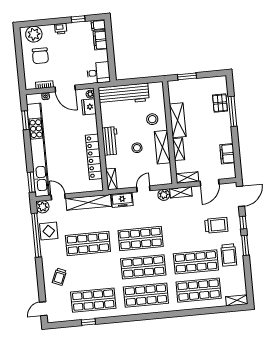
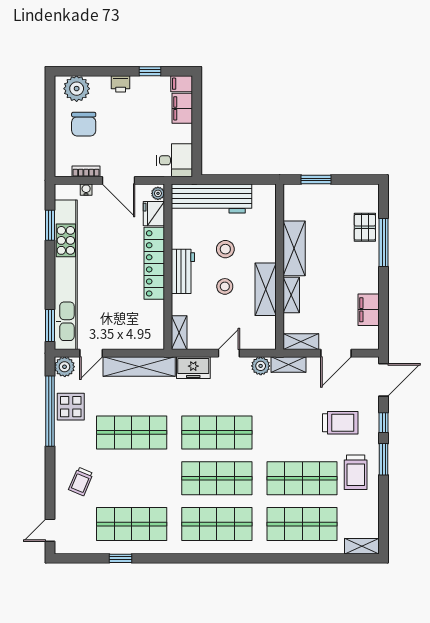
stool: (152, 119) -> (225, 249), moved
locker: (94, 157) -> (154, 263), moved
door: (58, 197) -> (91, 353), swing flipped

